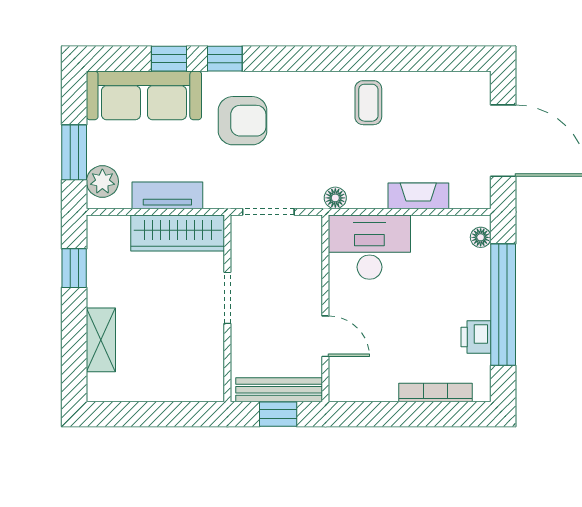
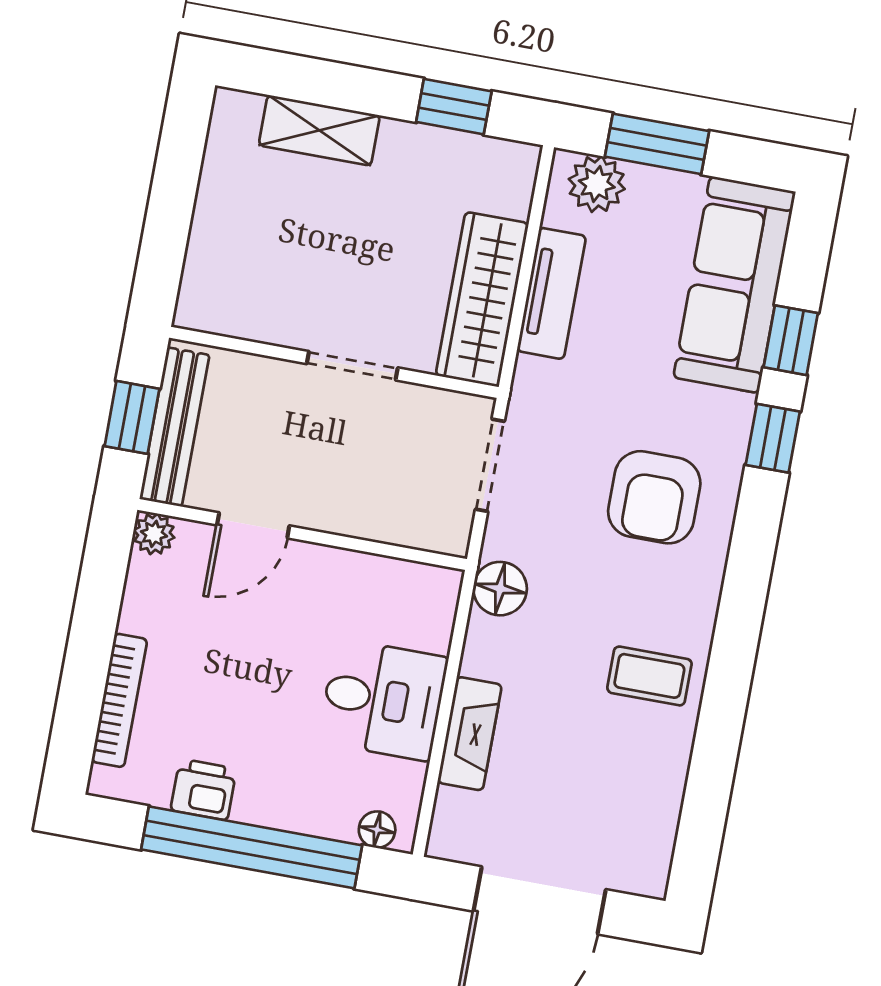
armchair: (243, 121) -> (654, 497), moved
floor lamp: (335, 198) -> (500, 589), width x1.37, depth x1.37
desk: (369, 247) -> (383, 700), moved, width x0.73
plant: (340, 390) -> (154, 534), added

